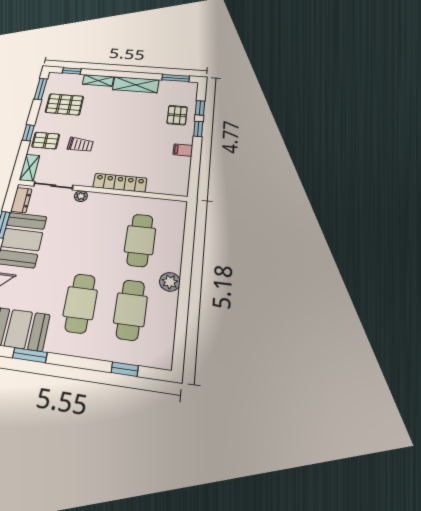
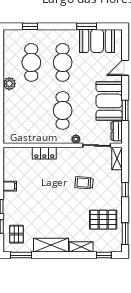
pallet: (177, 115) -> (17, 234), moved
pallet: (46, 141) -> (110, 184), removed
locker: (120, 183) -> (44, 153), width x0.66
cafe table: (140, 240) -> (63, 110), moved

